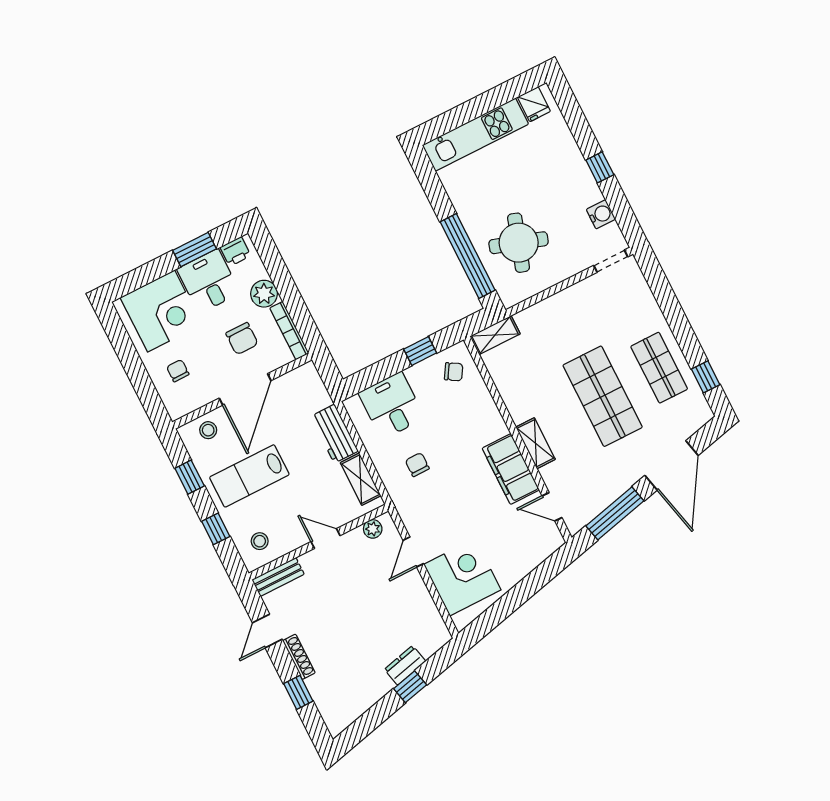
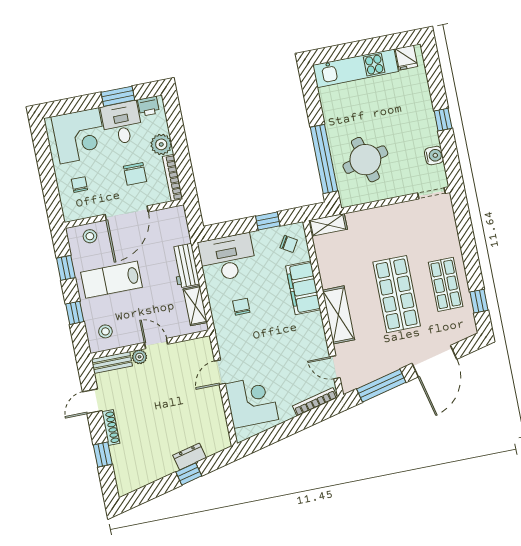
round table: (519, 243) -> (365, 160), turned -32
desk: (392, 406) -> (227, 258), width x1.37
shelving: (536, 443) -> (338, 315), width x1.50, depth x1.33
filing cabinet: (511, 469) -> (303, 288), moved
plant: (373, 529) -> (140, 357), moved
bookcase: (539, 556) -> (315, 402), added

